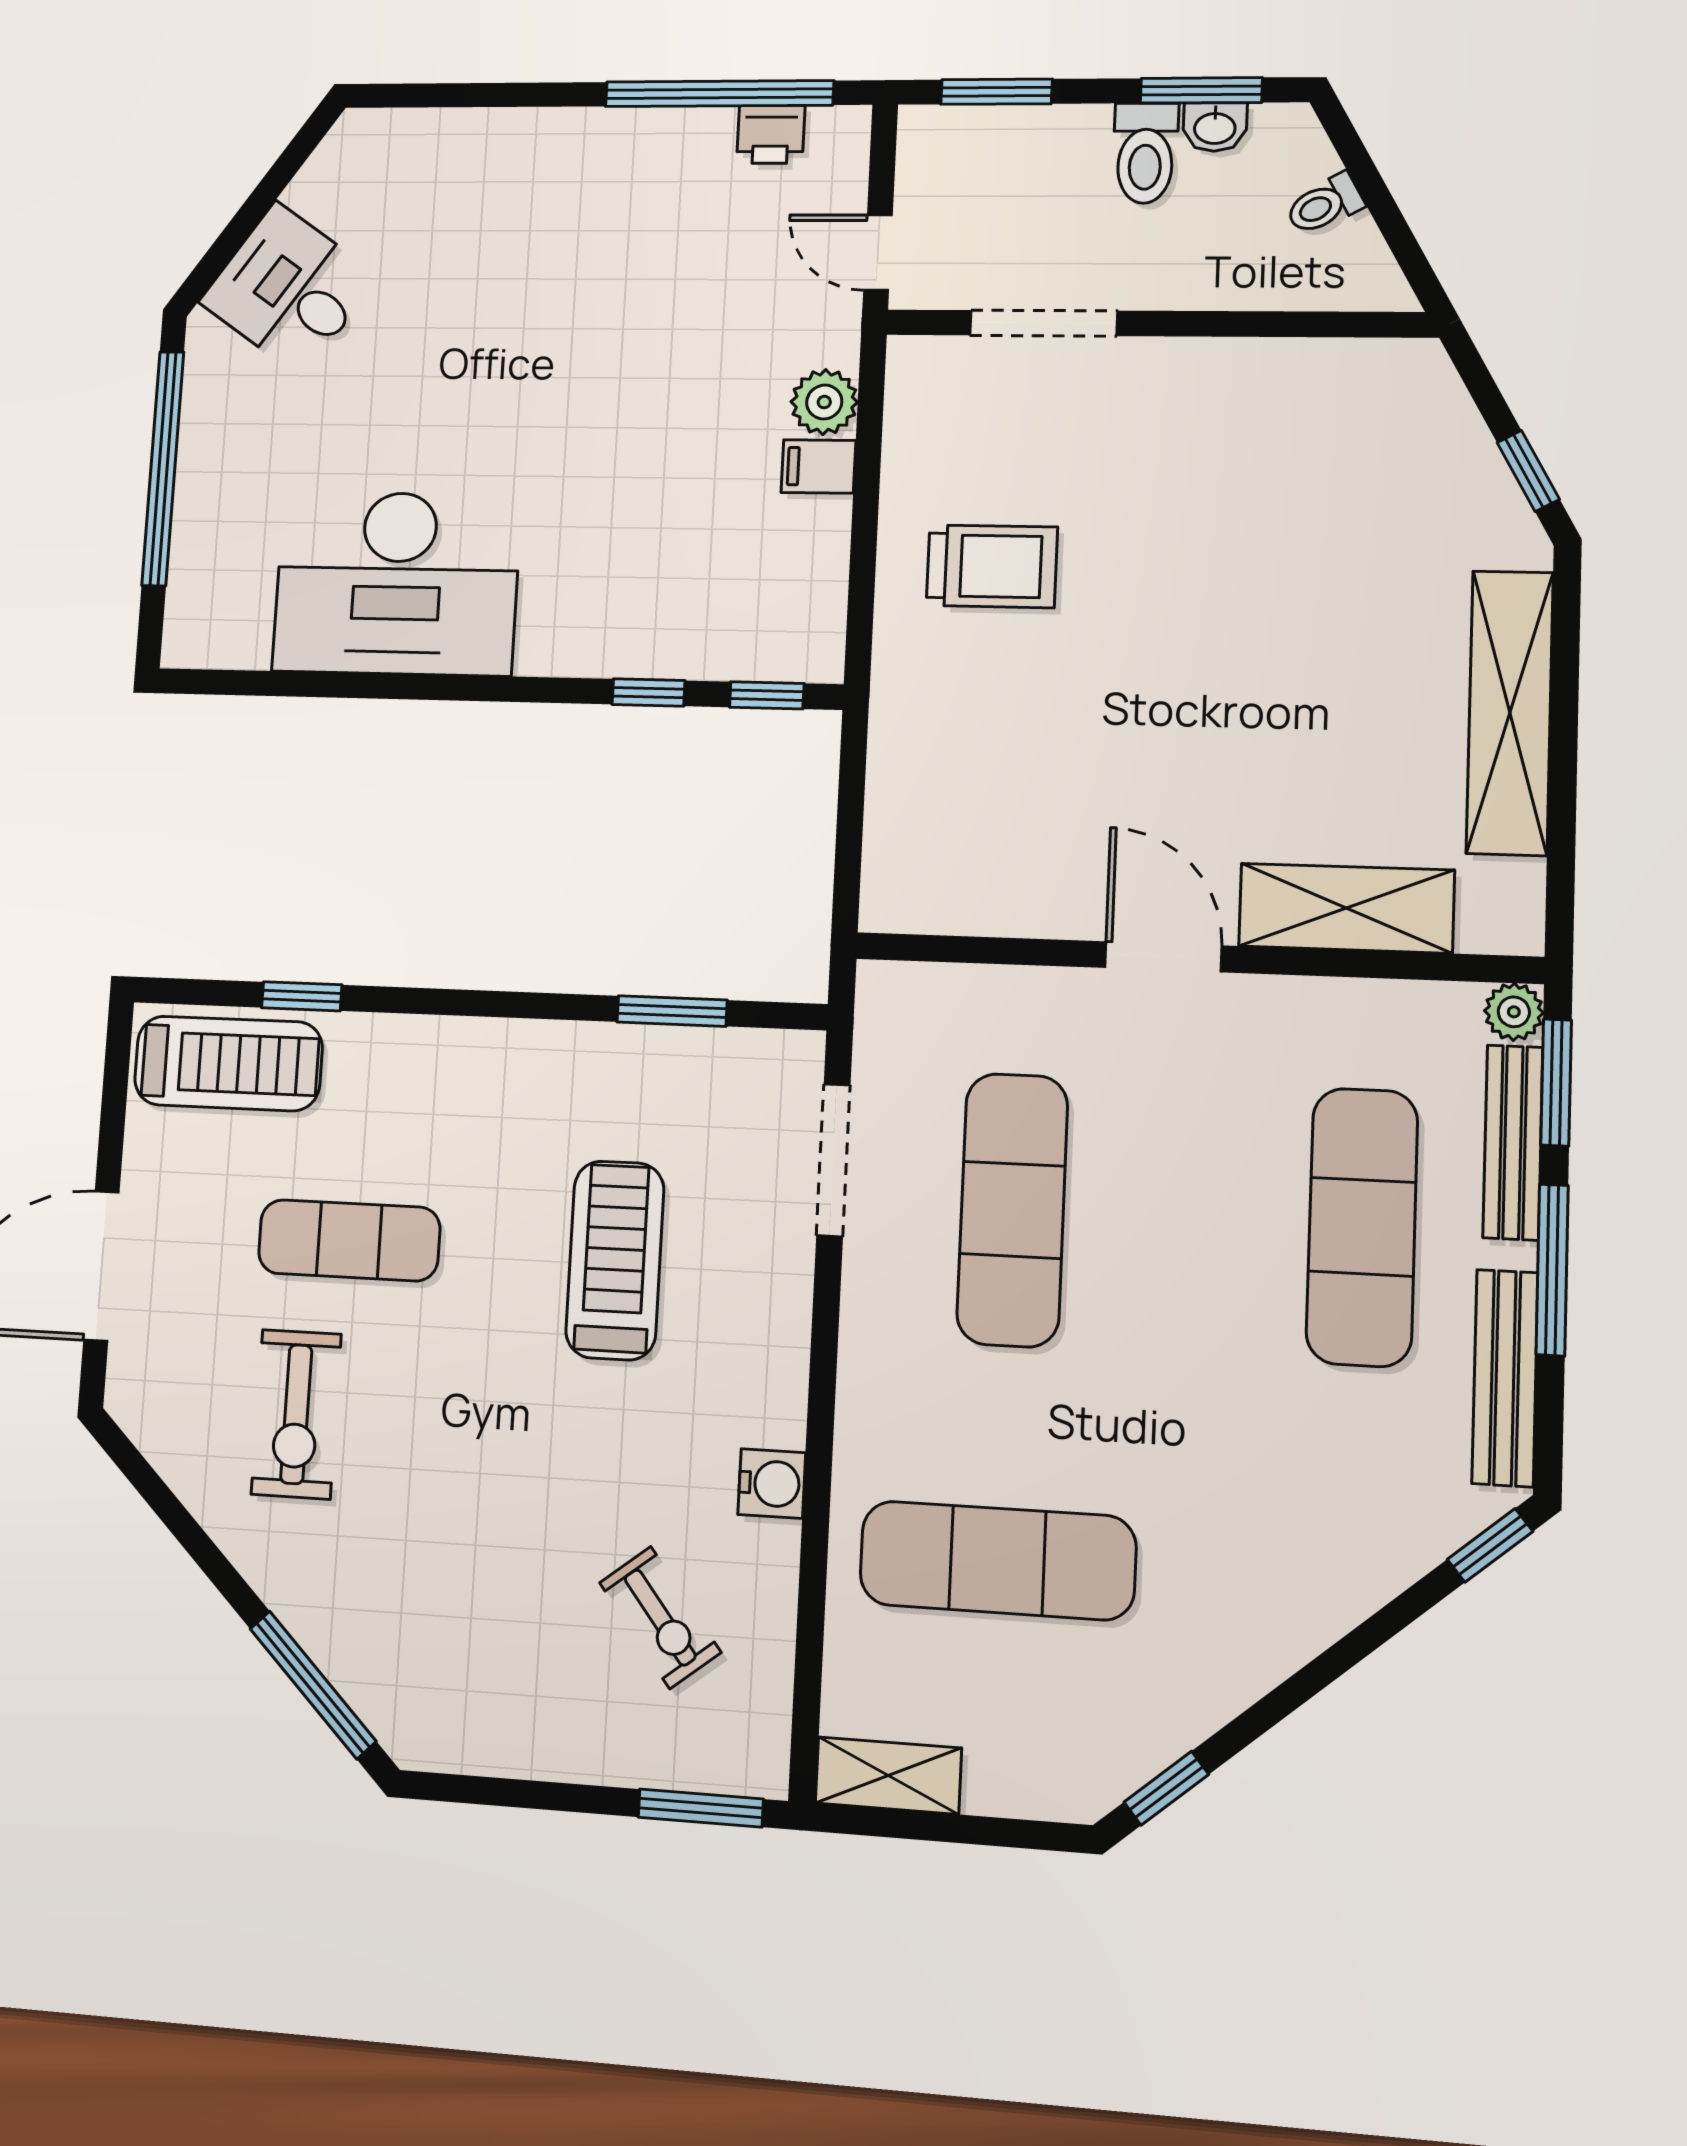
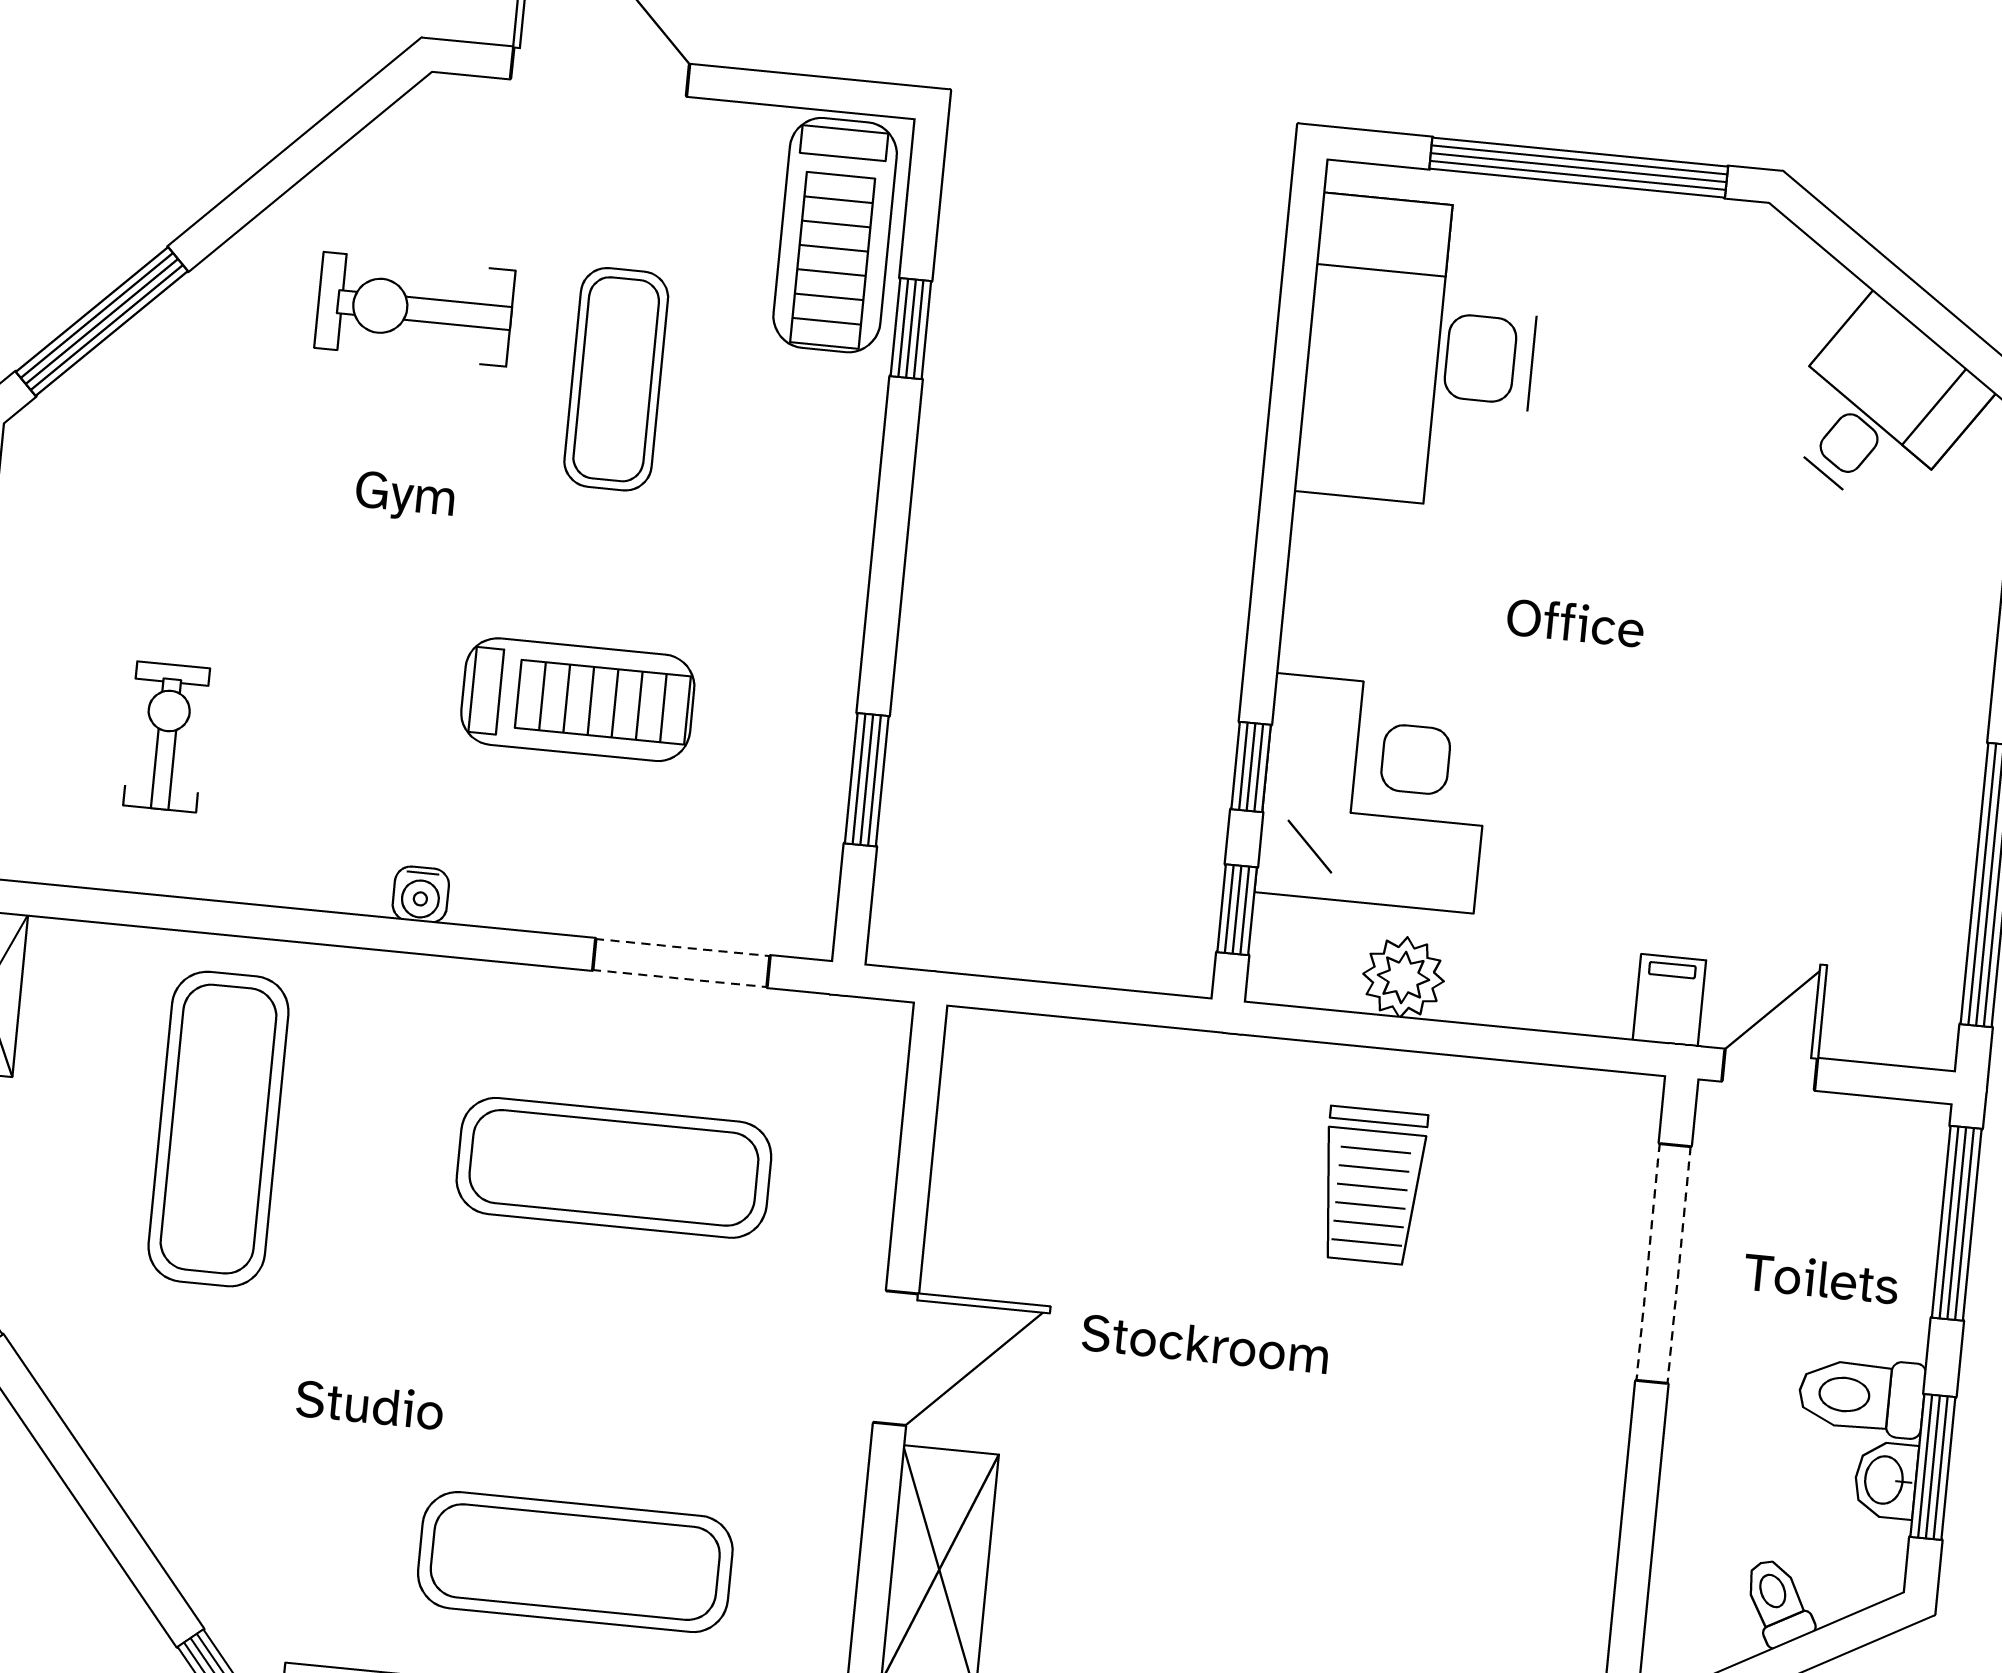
window: (996, 92) -> (1957, 1223), width x1.44
printer: (771, 134) -> (1931, 946), removed
desk: (289, 289) -> (1879, 407), moved
doorway: (1044, 323) -> (1664, 1264), width x1.36
plant: (824, 402) -> (1404, 977), moved
filing cabinet: (818, 466) -> (1669, 1001), moved
desk: (397, 583) -> (1420, 353), moved
corner desk: (666, 590) -> (1375, 793), added
water cooler: (772, 1484) -> (421, 895), moved, width x0.72, depth x0.72
exercise bike: (660, 1618) -> (167, 737), turned 128

